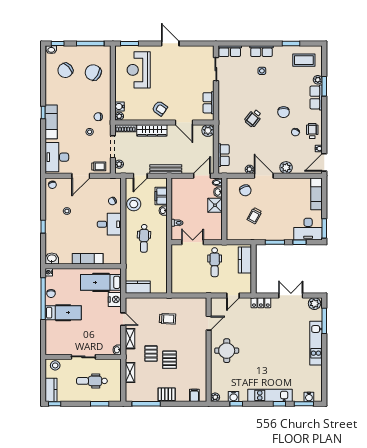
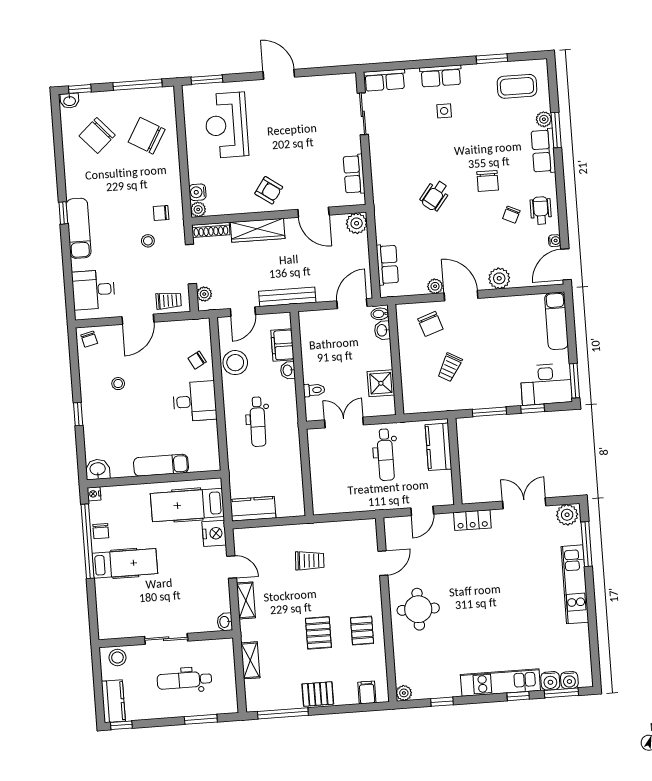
desk: (57, 157) -> (93, 290), width x0.73
shower: (215, 205) -> (381, 383), moved
pallet: (151, 354) -> (362, 631), moved
water cooler: (234, 396) -> (550, 681), moved

